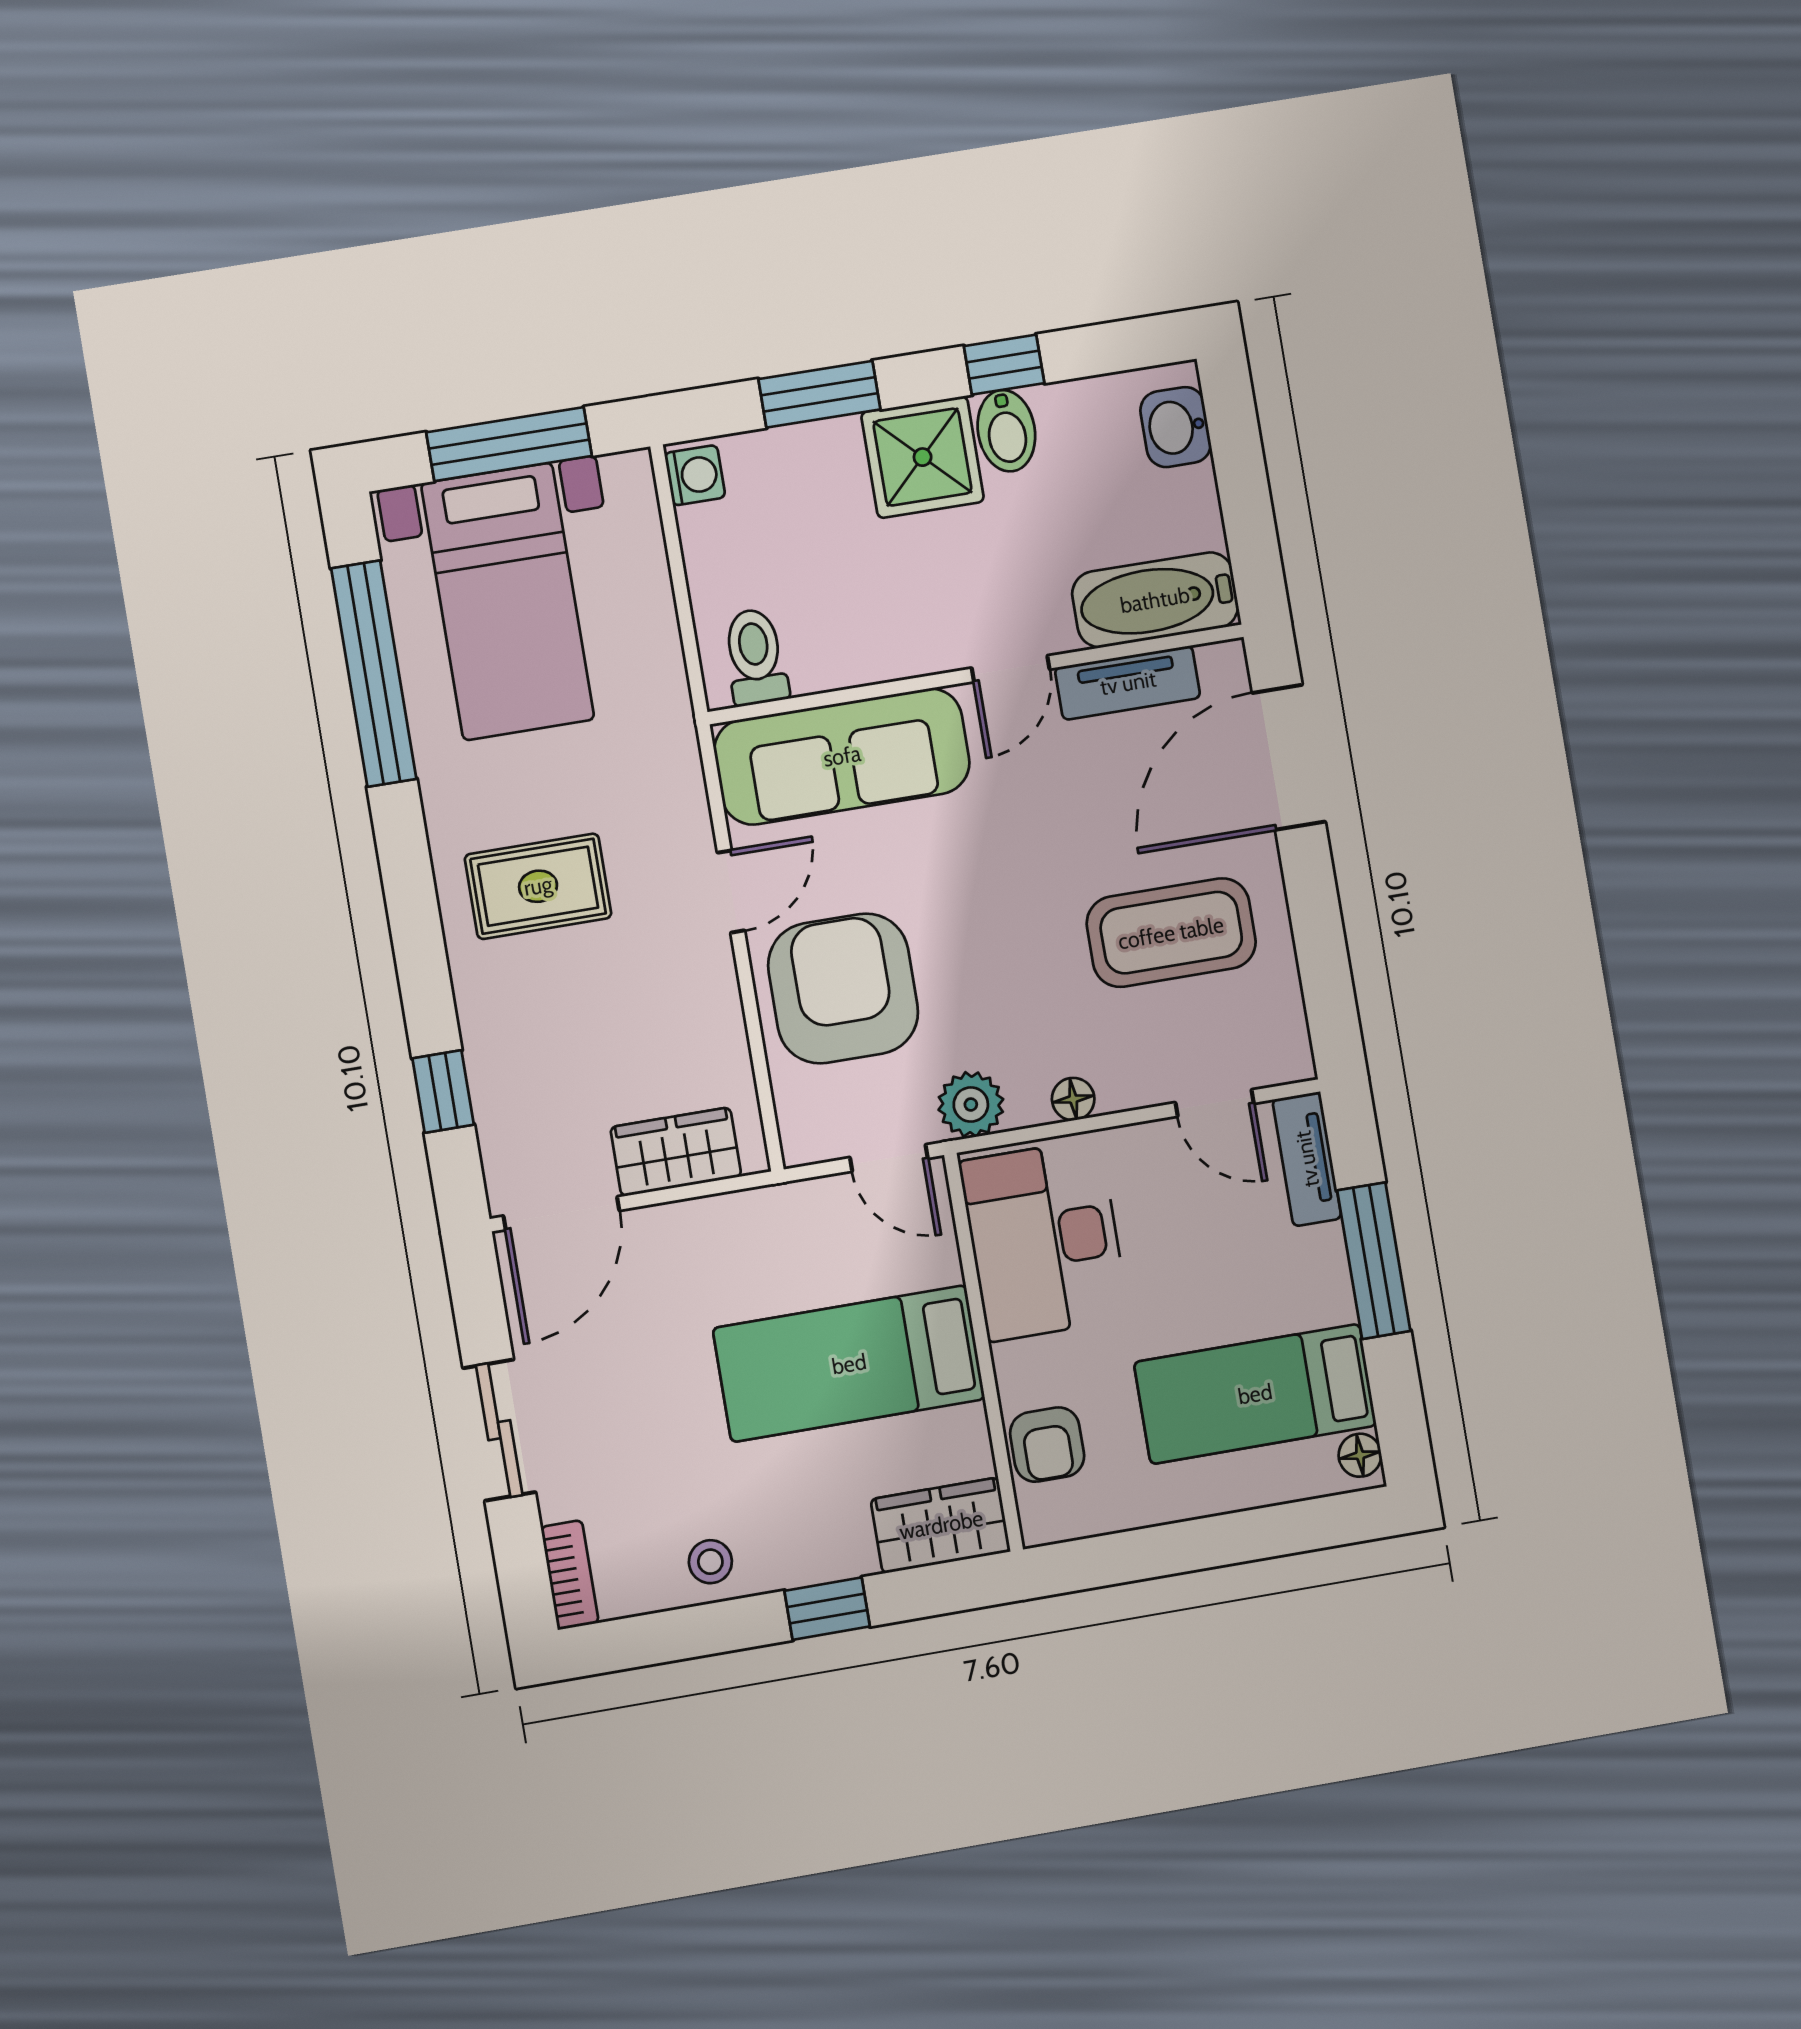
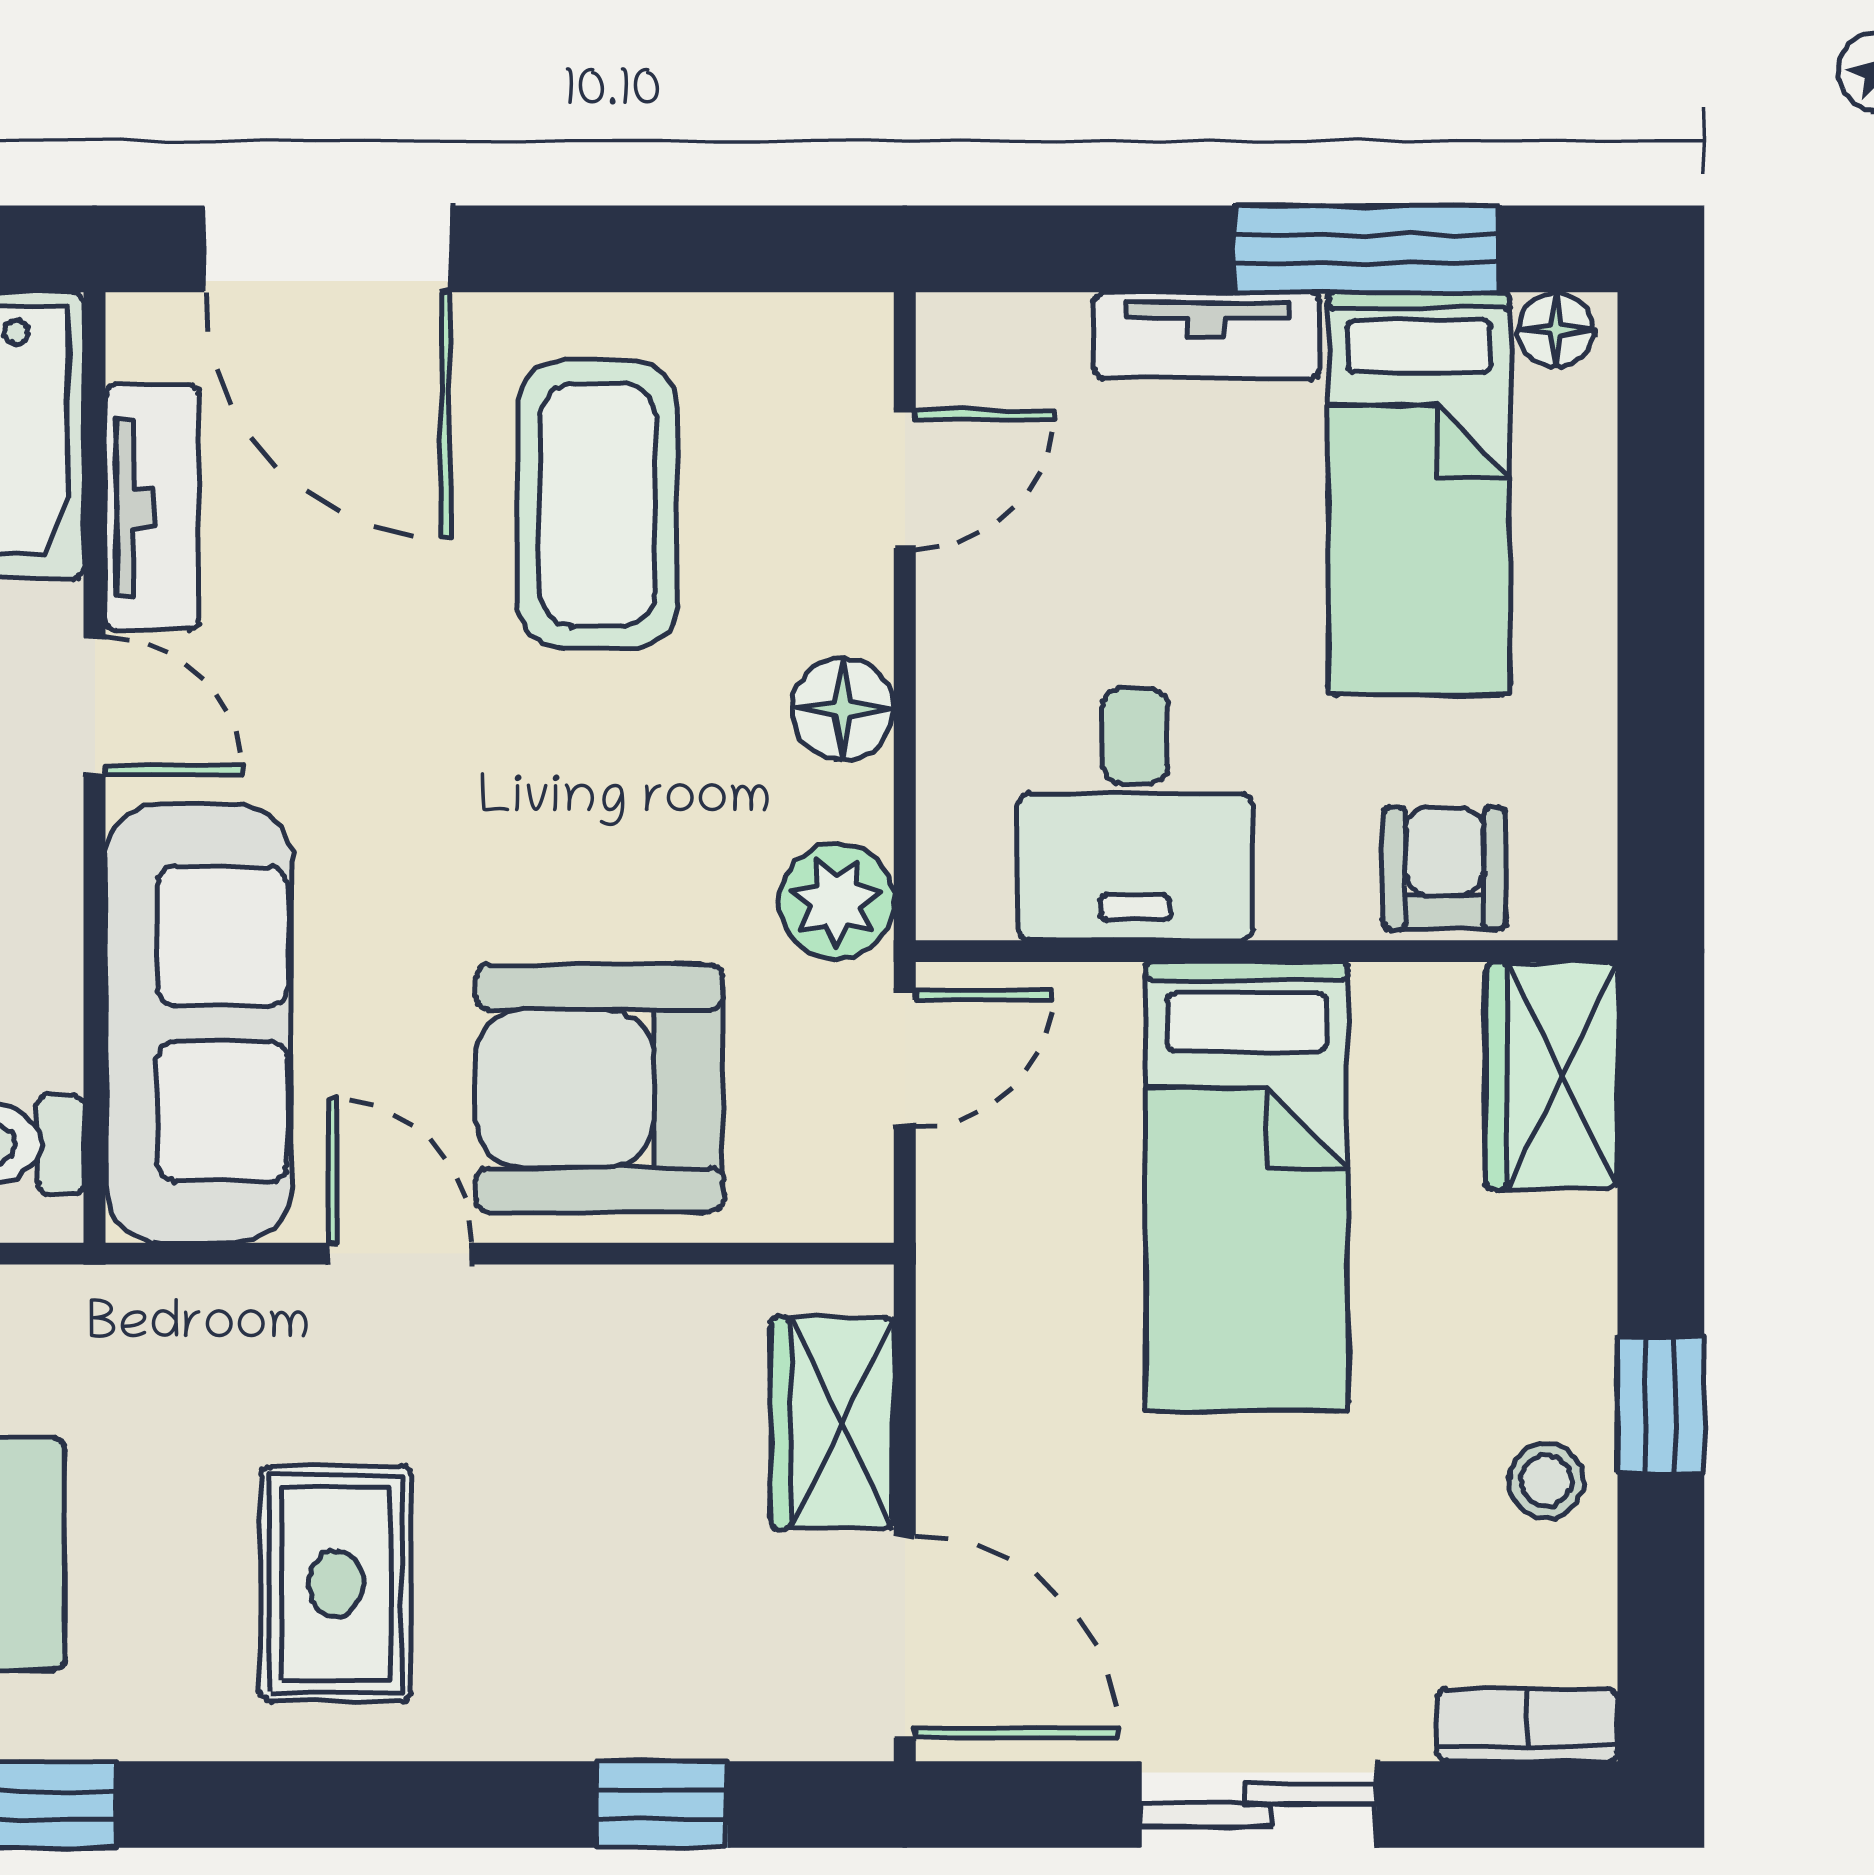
floor lamp: (1073, 1099) -> (843, 709), width x1.37, depth x1.37
tv unit: (1307, 1159) -> (1207, 335), moved
desk: (1044, 1240) -> (1135, 814), width x0.73
window: (1374, 1261) -> (1366, 249), moved
armchair: (1047, 1445) -> (1444, 868), turned -90
window: (827, 1609) -> (1661, 1405), moved

